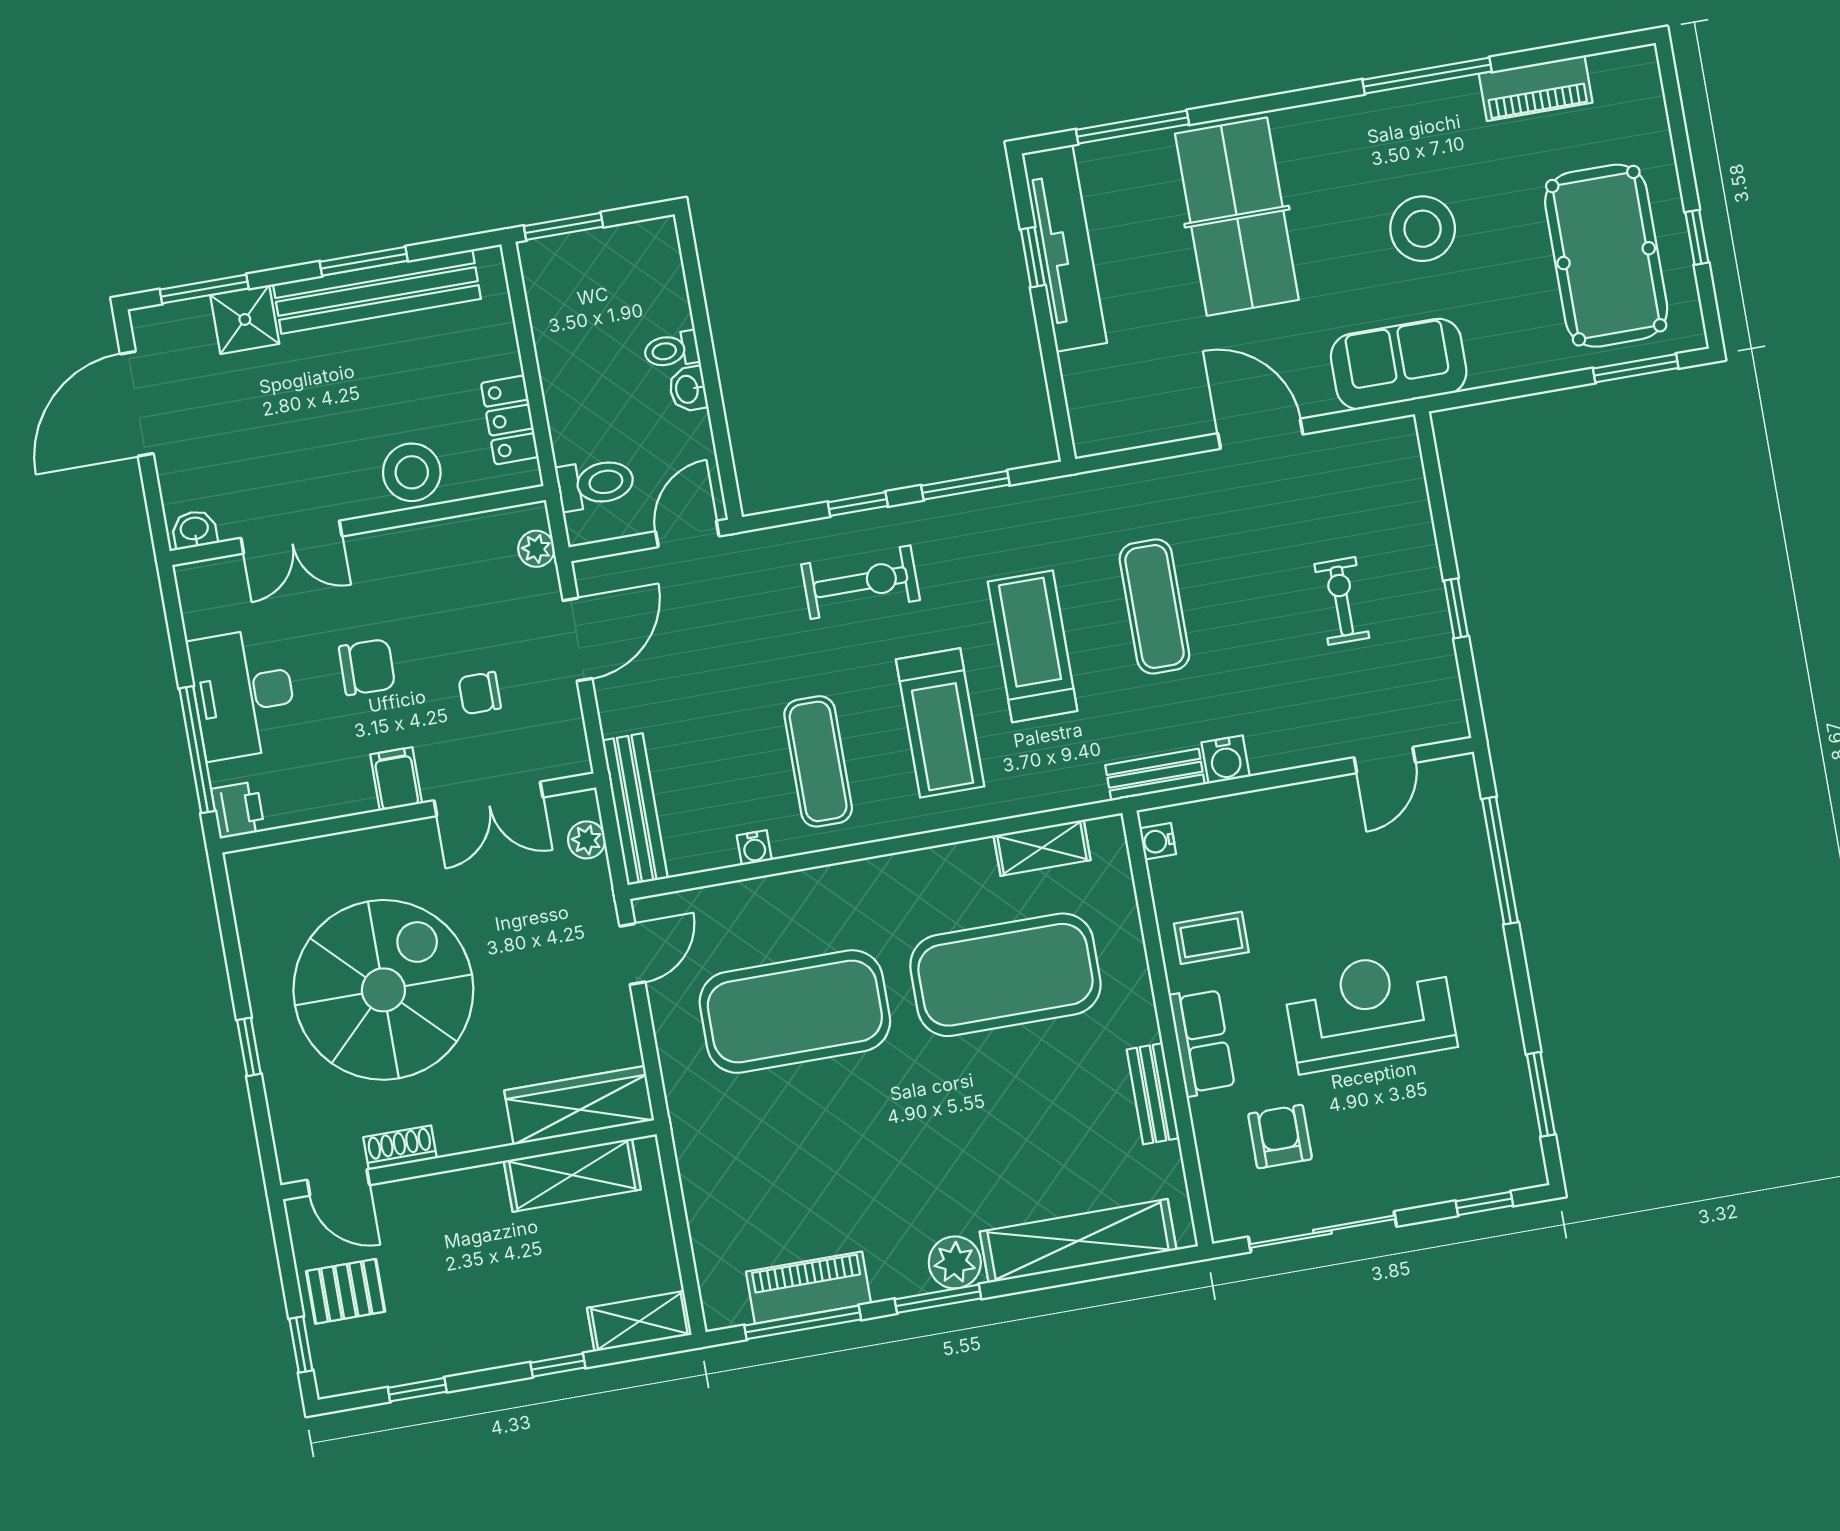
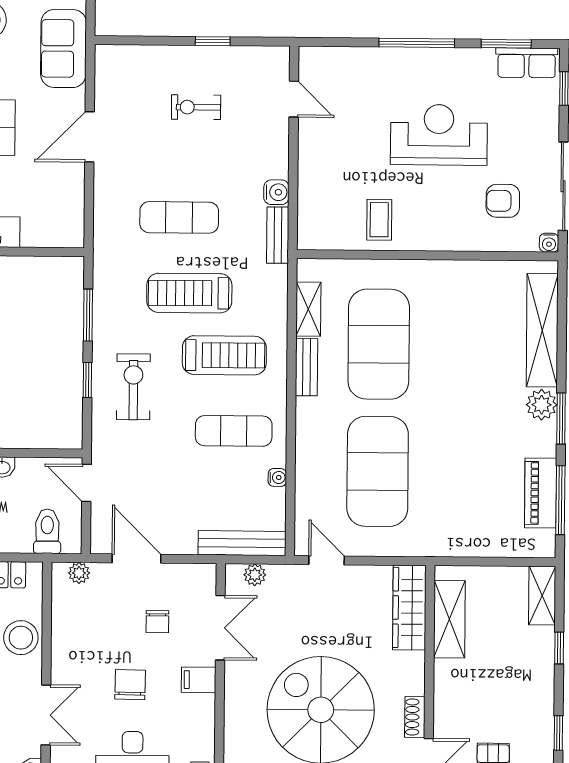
water cooler: (1158, 841) -> (549, 243), moved
window: (1500, 861) -> (417, 43), moved
reception desk: (1370, 1011) -> (439, 135), turned 90
row of seats: (1202, 1042) -> (527, 63), moved, turned 180
bench: (1153, 1094) -> (307, 367), moved, turned 90

